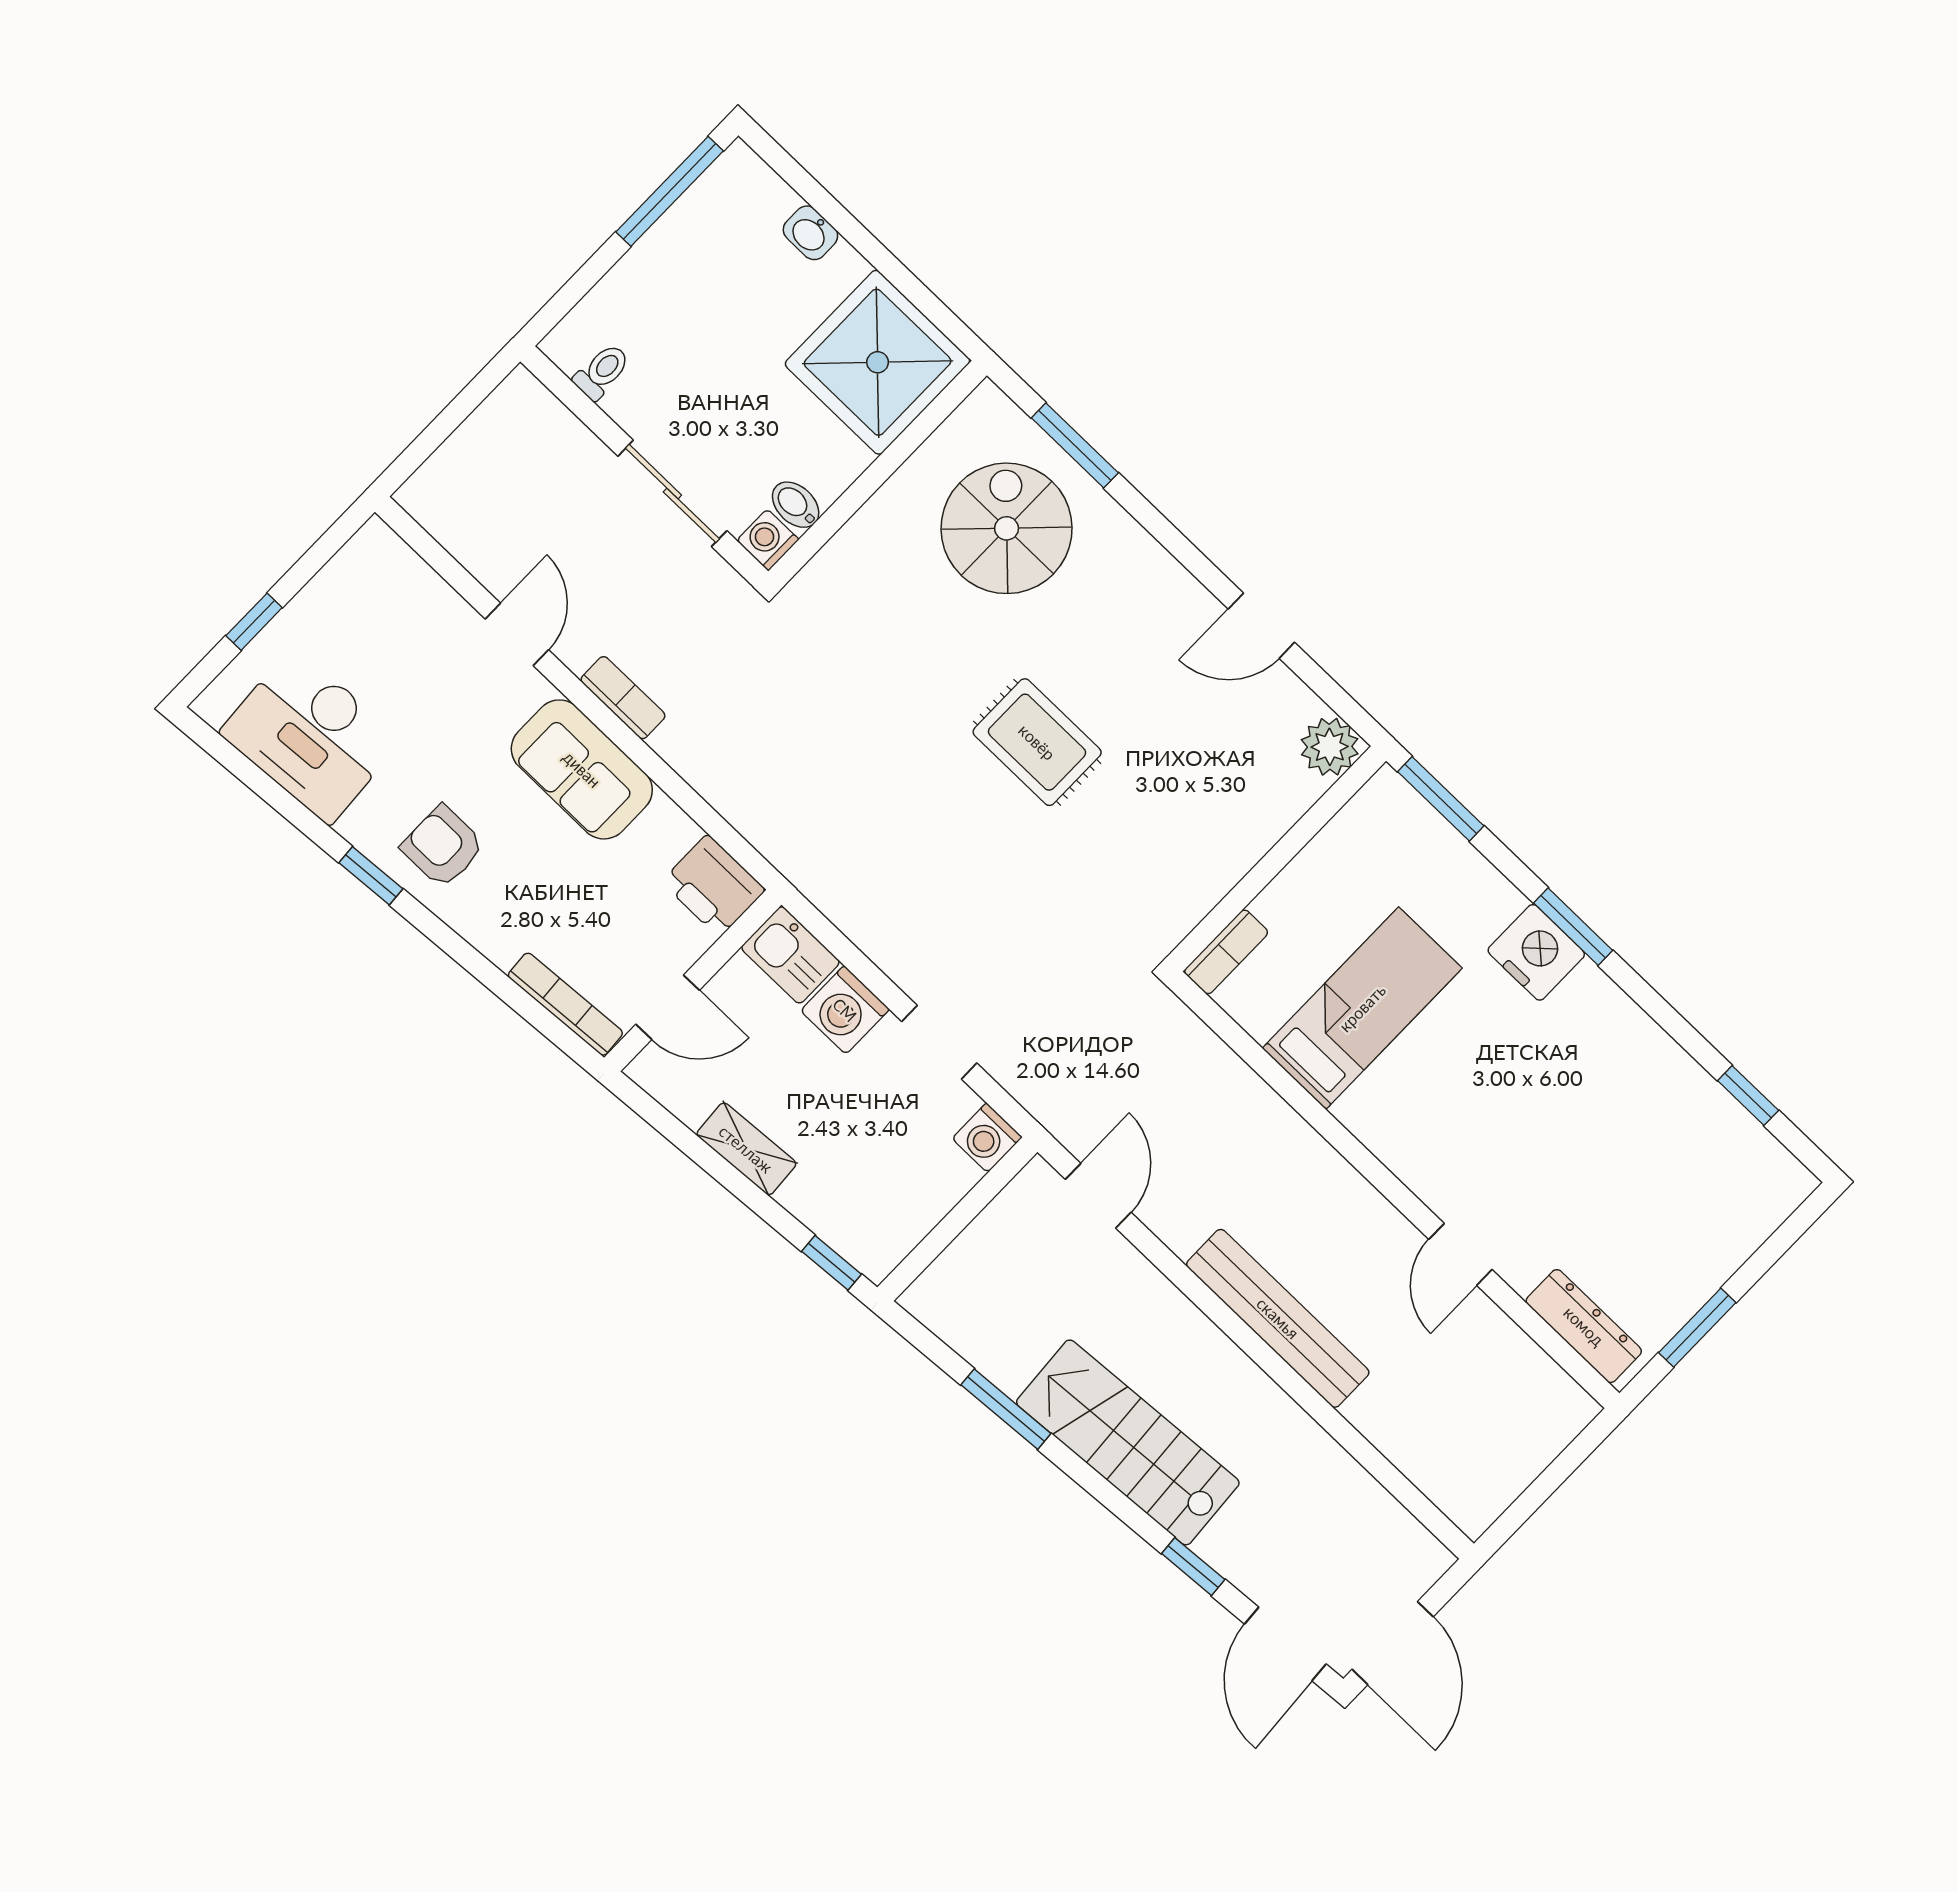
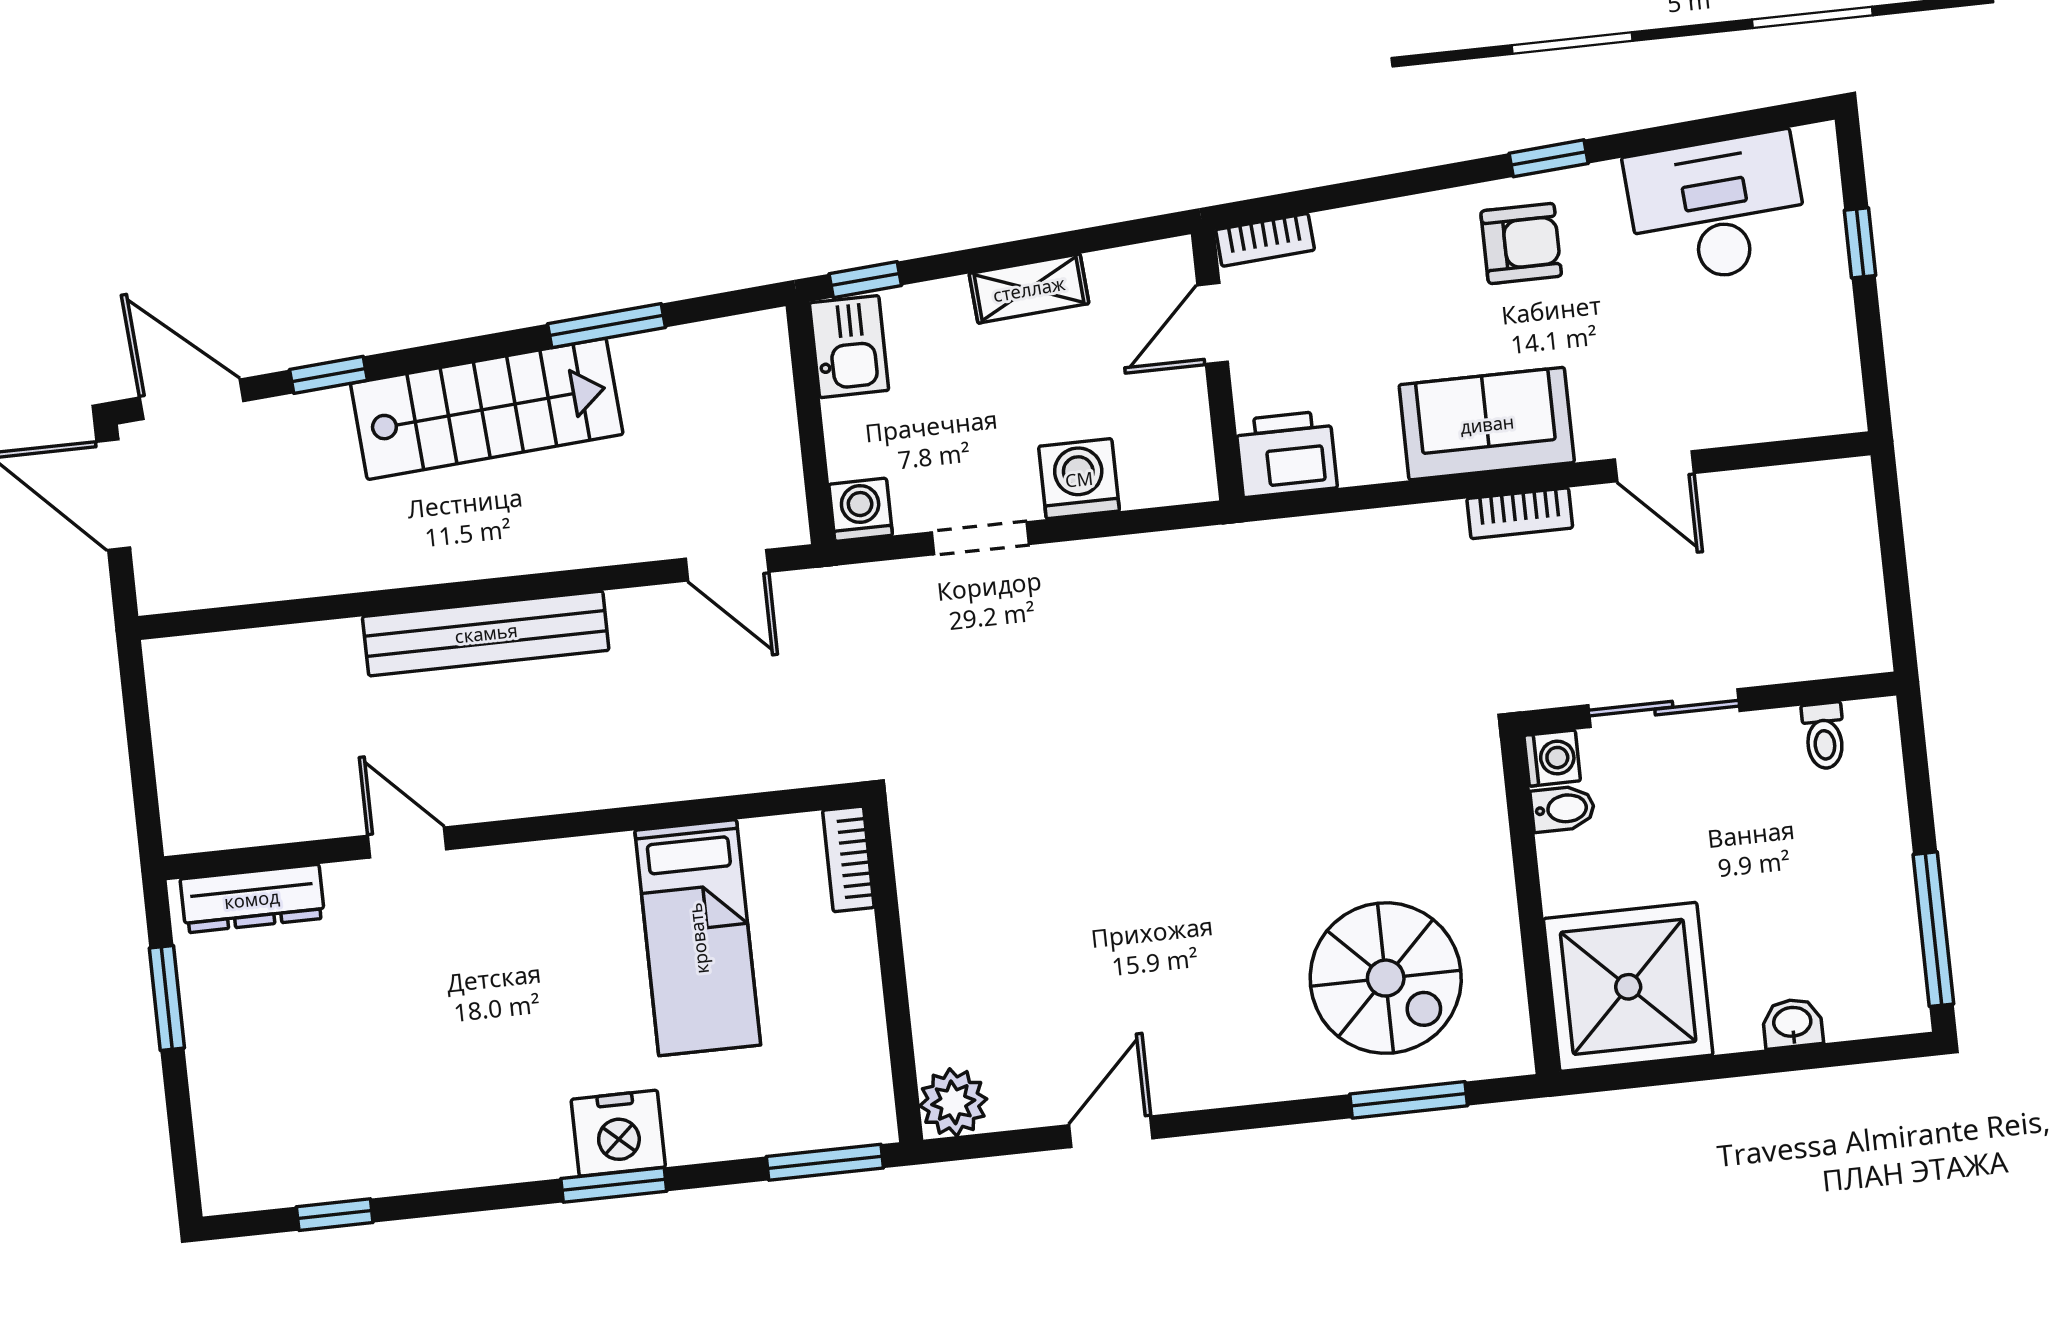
rug: (1037, 742) -> (1174, 847), removed
kitchen sink: (790, 955) -> (849, 347), moved, turned 90
bookcase: (565, 1004) -> (1265, 240), width x0.64

